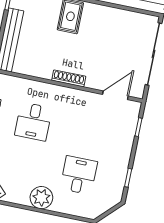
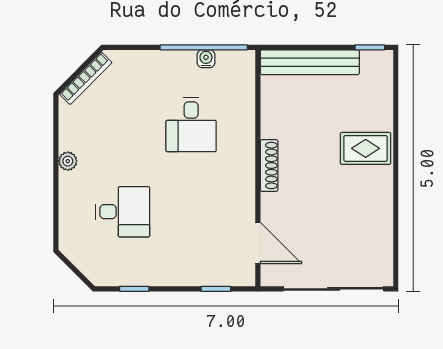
desk: (33, 122) -> (191, 125), turned -90
plant: (41, 198) -> (68, 161), width x0.53, depth x0.53

